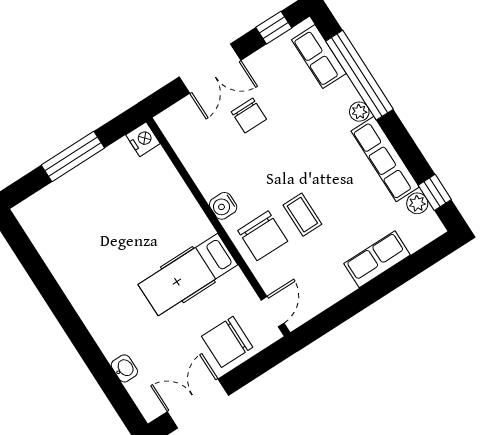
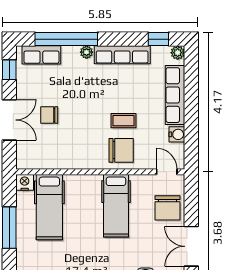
chair: (249, 116) -> (49, 115), turned 180
hospital bed: (132, 191) -> (49, 207), added
plant: (417, 203) -> (178, 53), moved
water cooler: (223, 206) -> (177, 134), moved, turned -90
row of seats: (377, 259) -> (175, 95), width x1.48

